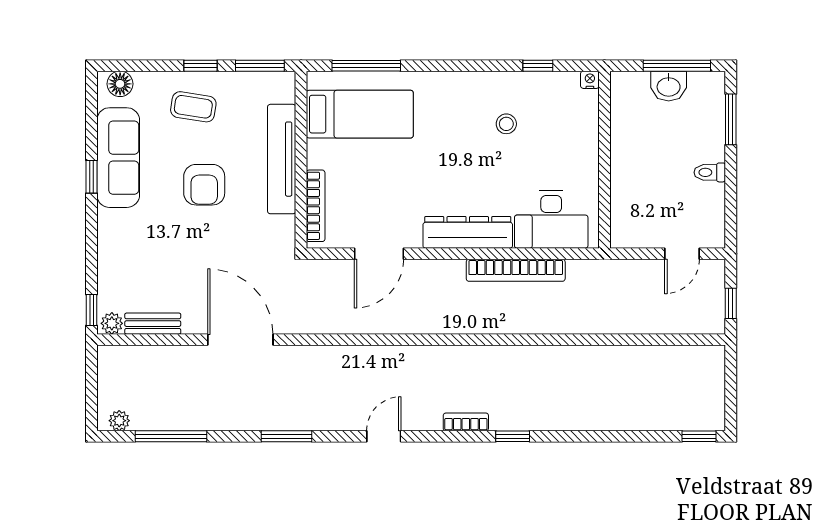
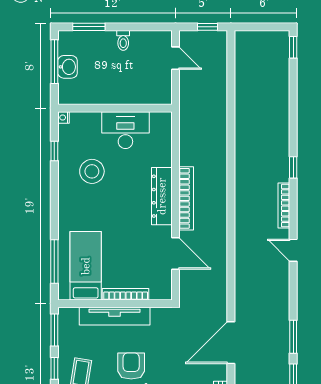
stool: (506, 124) -> (92, 171), width x1.89, depth x1.89
armchair: (204, 185) -> (131, 366), turned -90
bookcase: (316, 206) -> (126, 294), moved
desk: (551, 220) -> (125, 130), moved, turned -90
bookcase: (516, 270) -> (186, 198), moved
bookcase: (466, 422) -> (284, 206), width x1.56
window: (286, 436) -> (293, 337), moved

